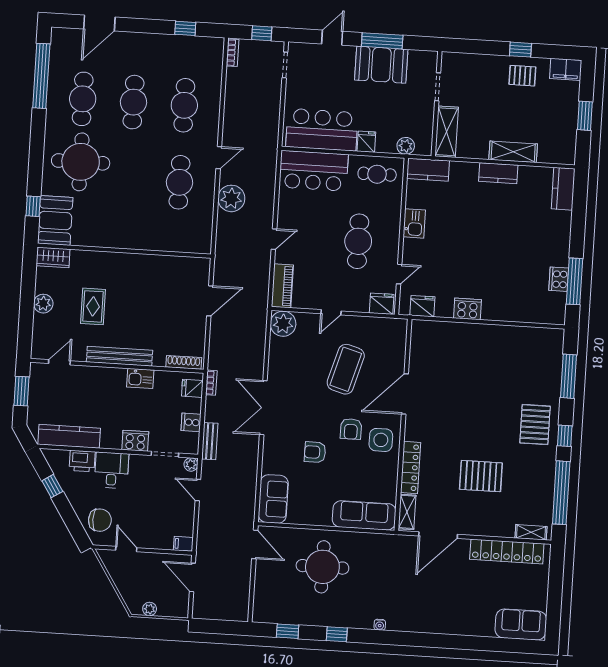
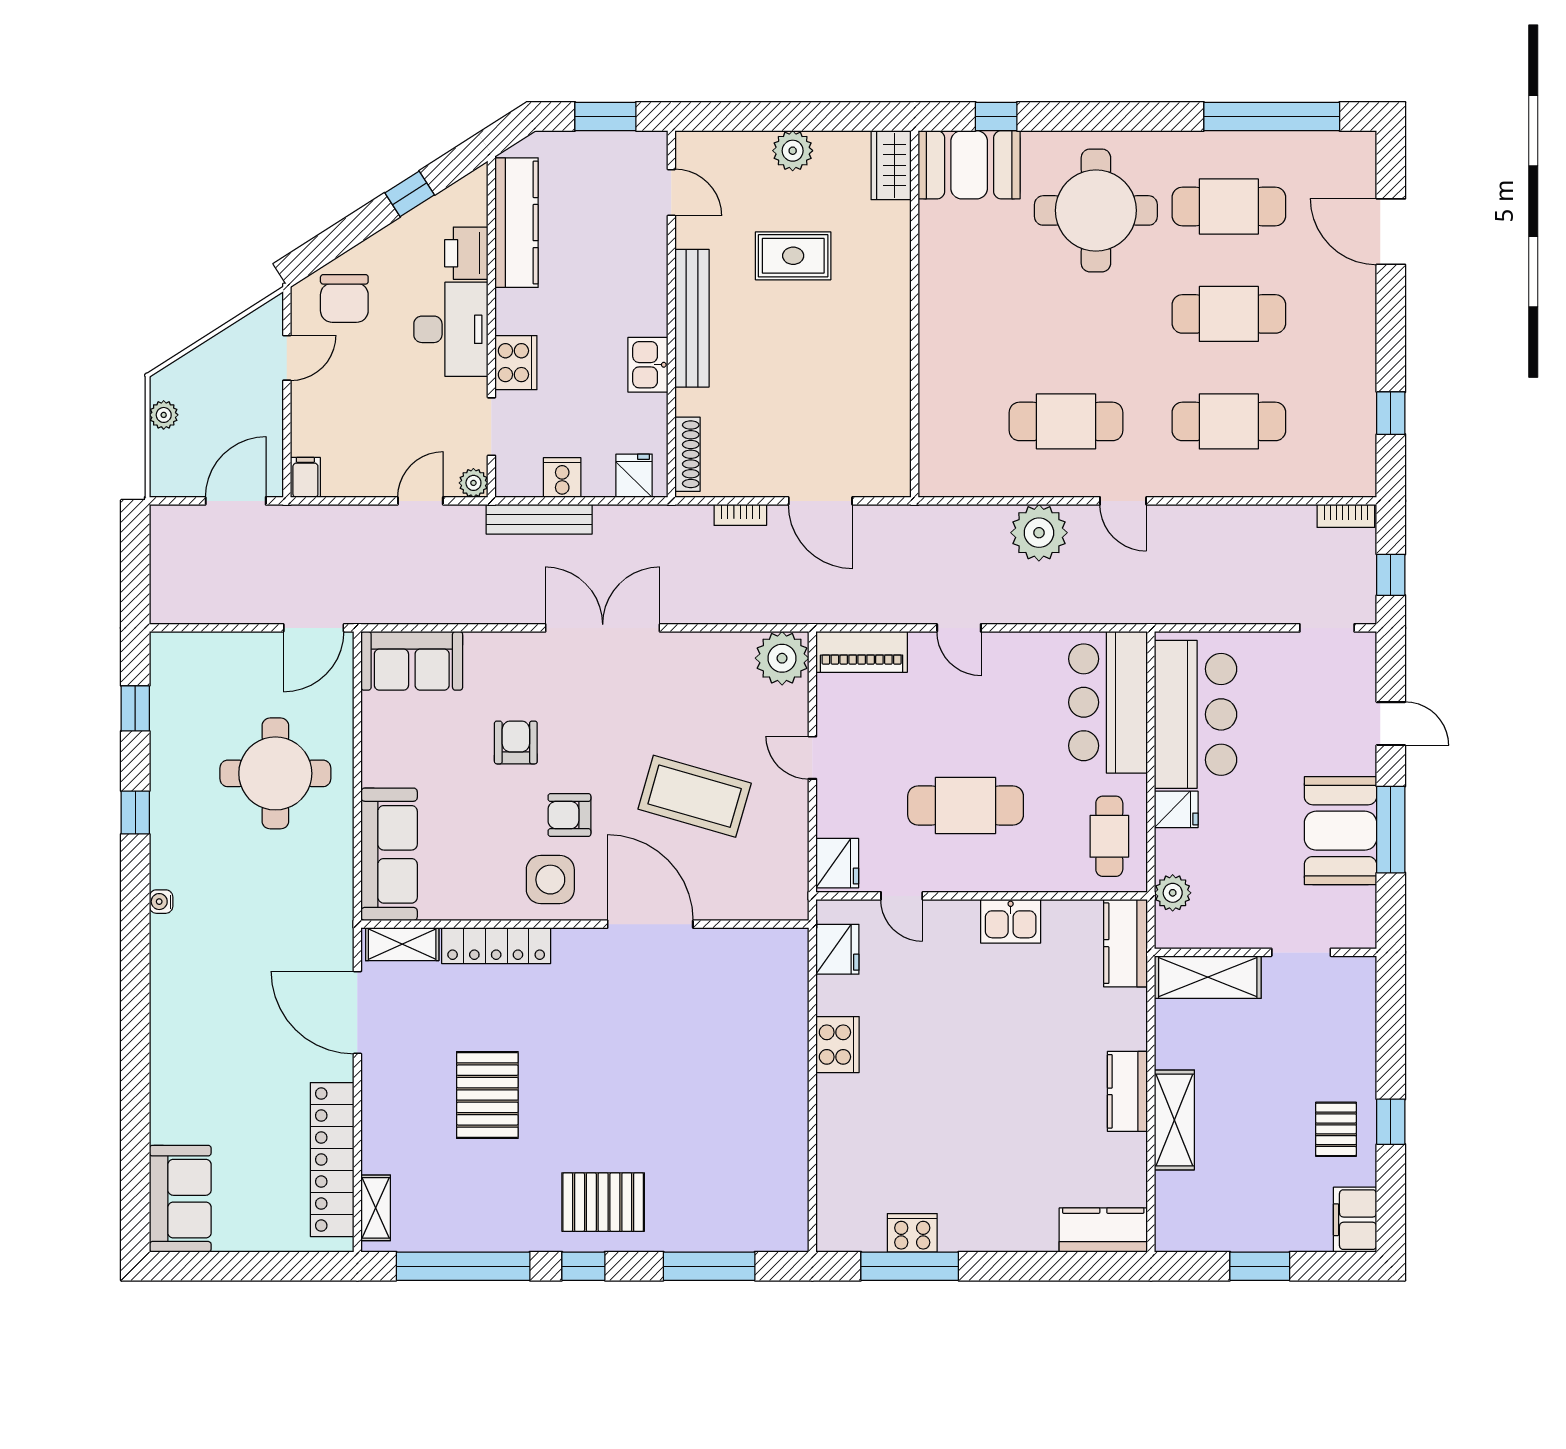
bookcase: (211, 383) -> (740, 515), moved
bench: (210, 441) -> (539, 519), width x1.36
desk: (112, 470) -> (451, 329), width x1.37

